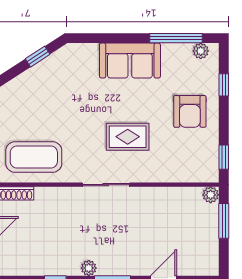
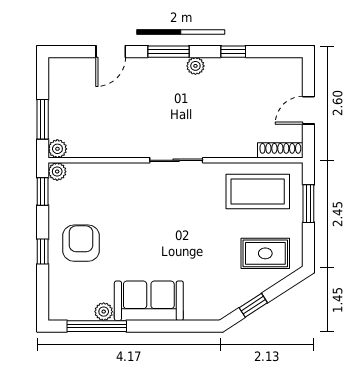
plant: (201, 51) -> (104, 312), moved
window: (224, 85) -> (43, 252), moved
rug: (128, 137) -> (265, 253), moved
plant: (211, 175) -> (57, 172), added

